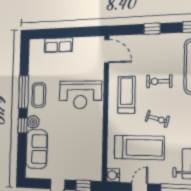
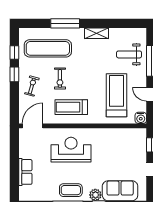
window: (152, 29) -> (14, 74), moved
reception desk: (80, 95) -> (71, 150), turned -90
exercise bike: (157, 119) -> (32, 86), moved

